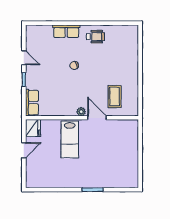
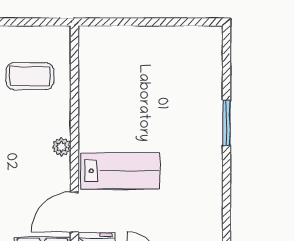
door: (97, 118) -> (74, 212), moved

